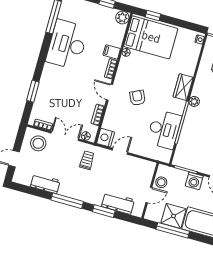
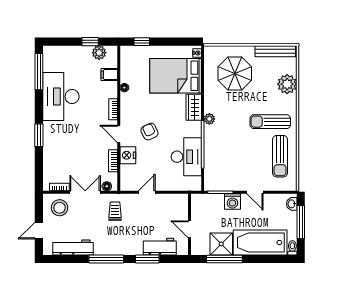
plant: (122, 18) -> (99, 53), moved
bed: (151, 37) -> (176, 76), moved, turned 180
filing cabinet: (112, 52) -> (109, 75), moved
window: (33, 91) -> (39, 135), moved
nightstand: (106, 138) -> (128, 155), moved
stool: (161, 182) -> (199, 212), removed
workbench: (45, 184) -> (73, 248), width x1.37
door: (149, 195) -> (189, 229), swing flipped

